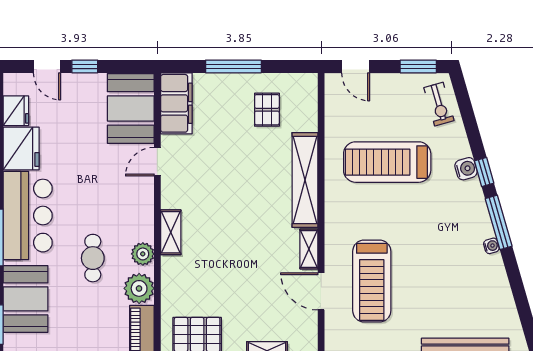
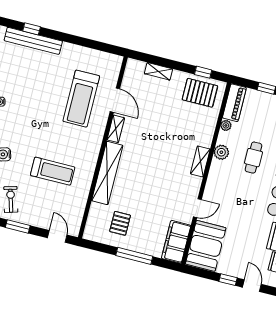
treadmill: (387, 162) -> (53, 171), width x0.73, depth x0.73
treadmill: (372, 281) -> (81, 99), turned 180
plant: (139, 288) -> (226, 125), width x0.53, depth x0.53

